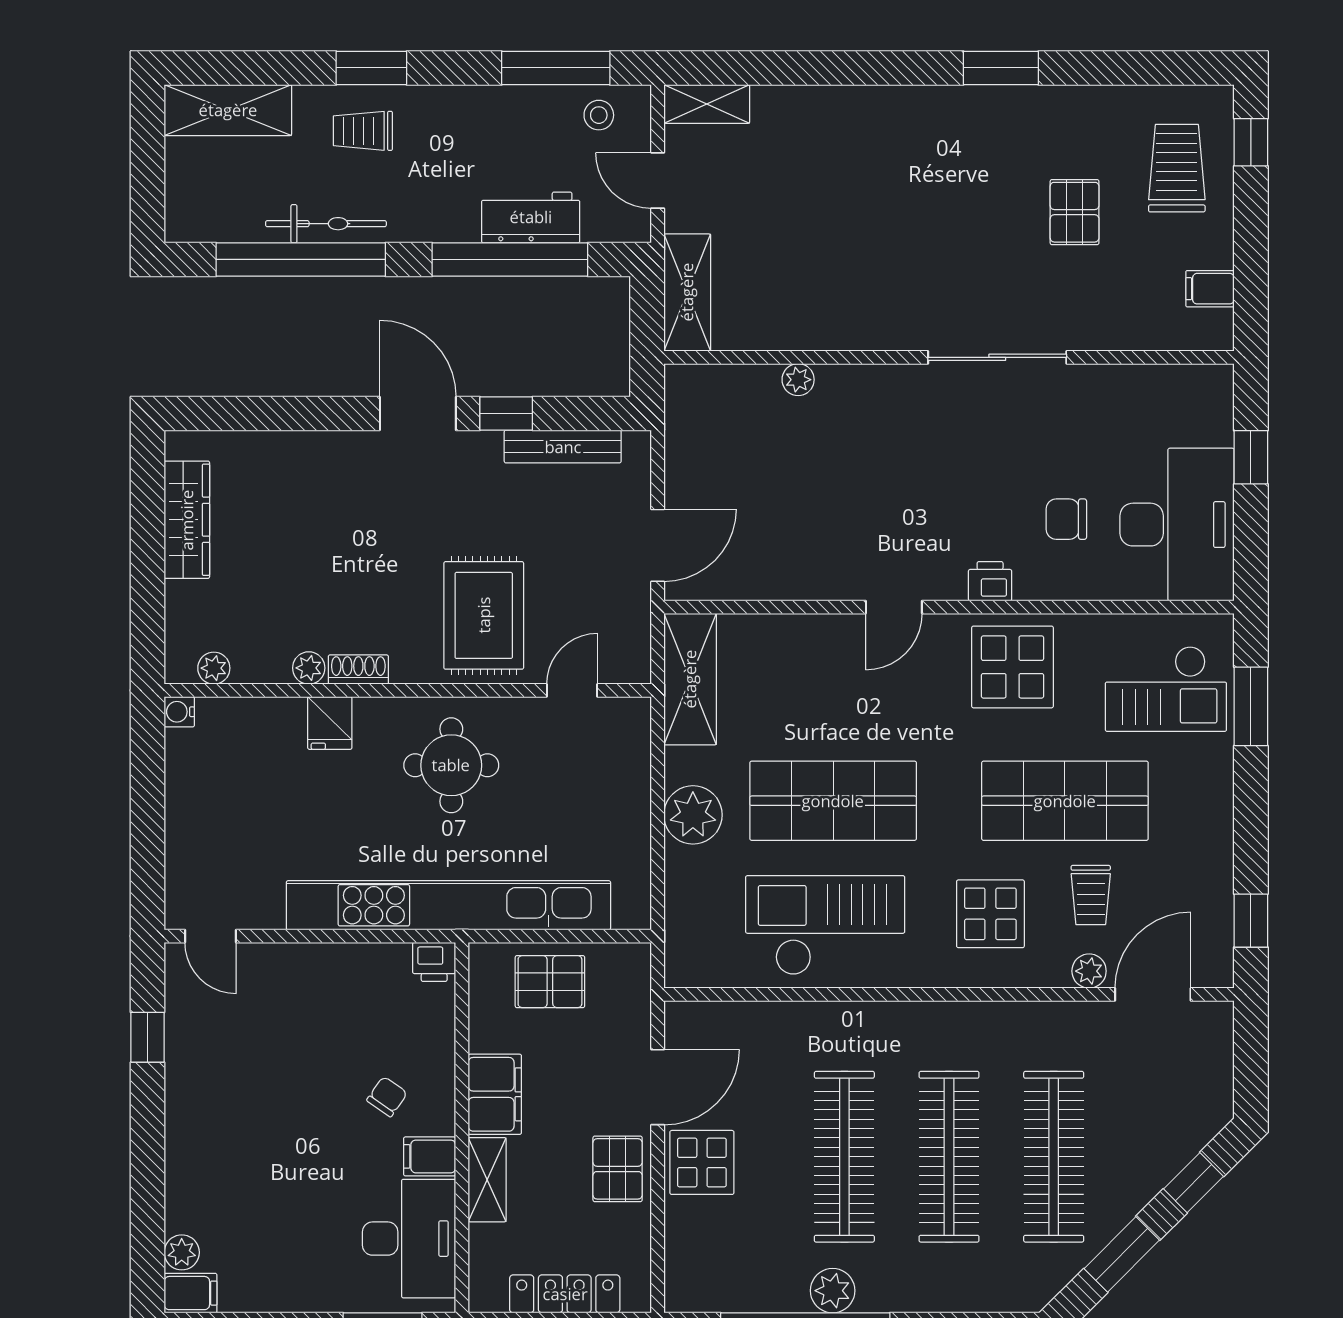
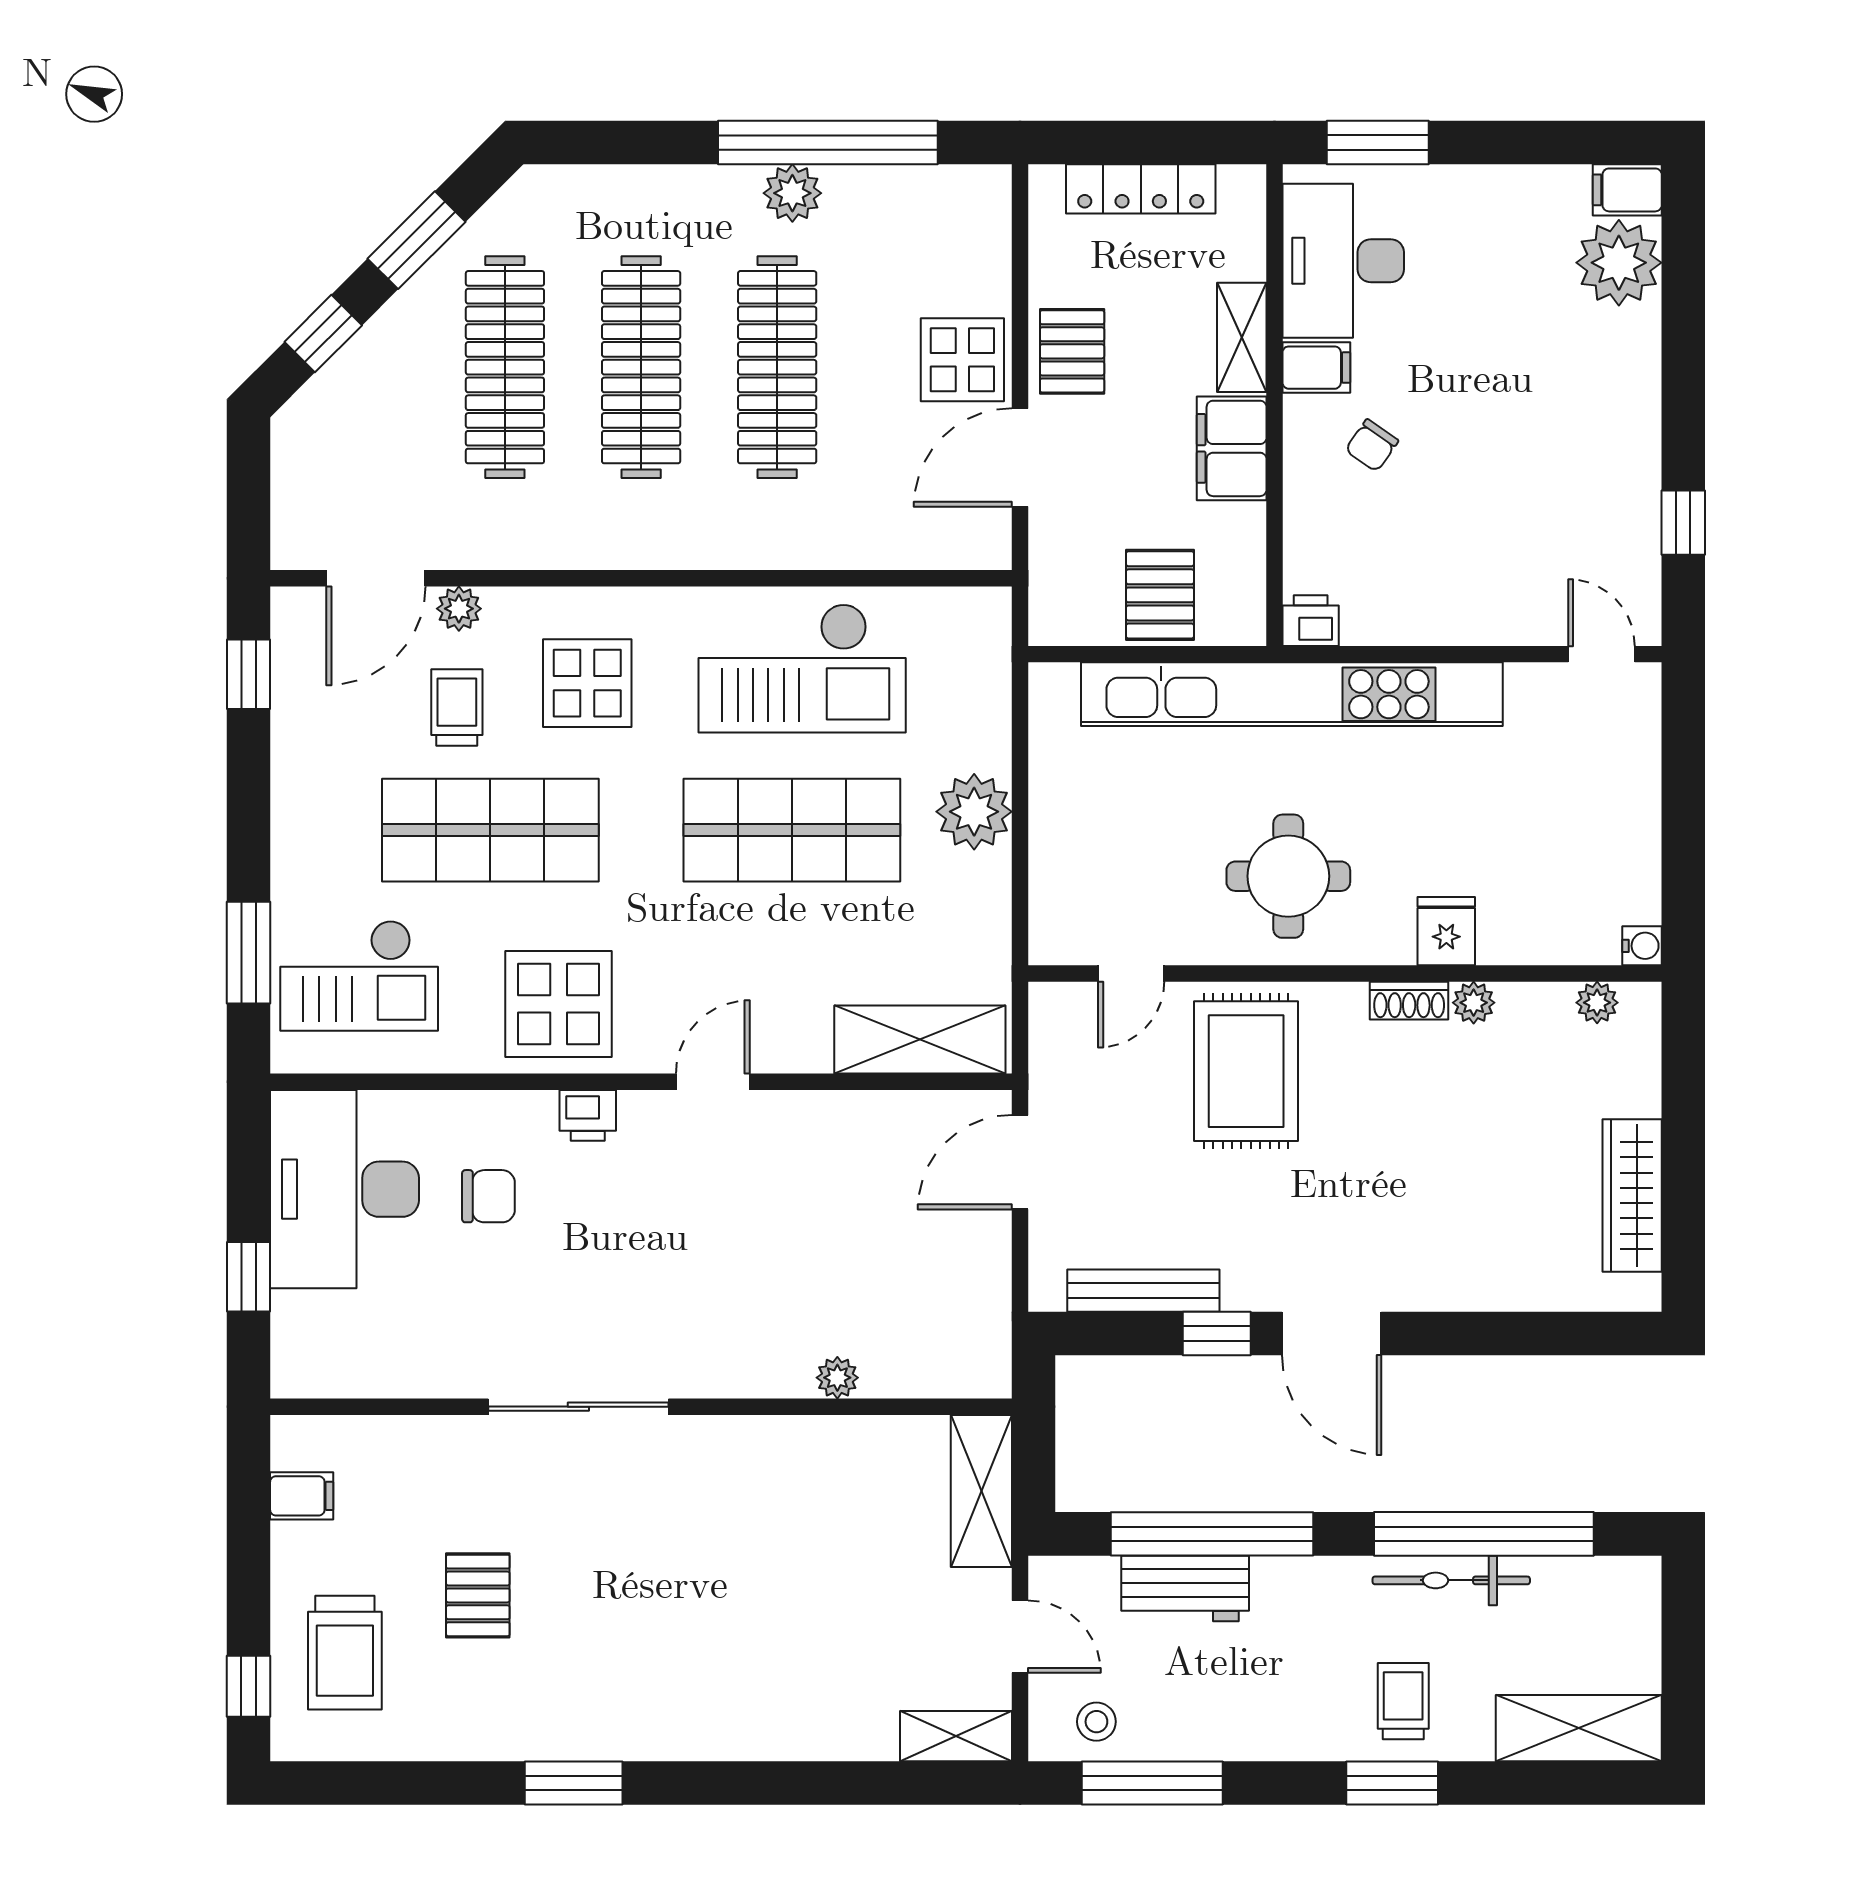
trolley: (363, 131) -> (1403, 1701), turned -90
shelving: (690, 679) -> (920, 1040), moved, turned 90
checkout: (1166, 689) -> (359, 976), turned 180
pallet: (550, 982) -> (1160, 595), turned 90
plant: (182, 1252) -> (1619, 263), width x1.87, depth x1.87

